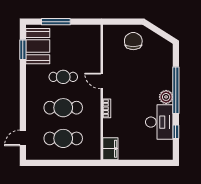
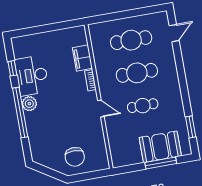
booth: (38, 46) -> (160, 147), moved, turned 90
filing cabinet: (110, 149) -> (82, 58), moved

